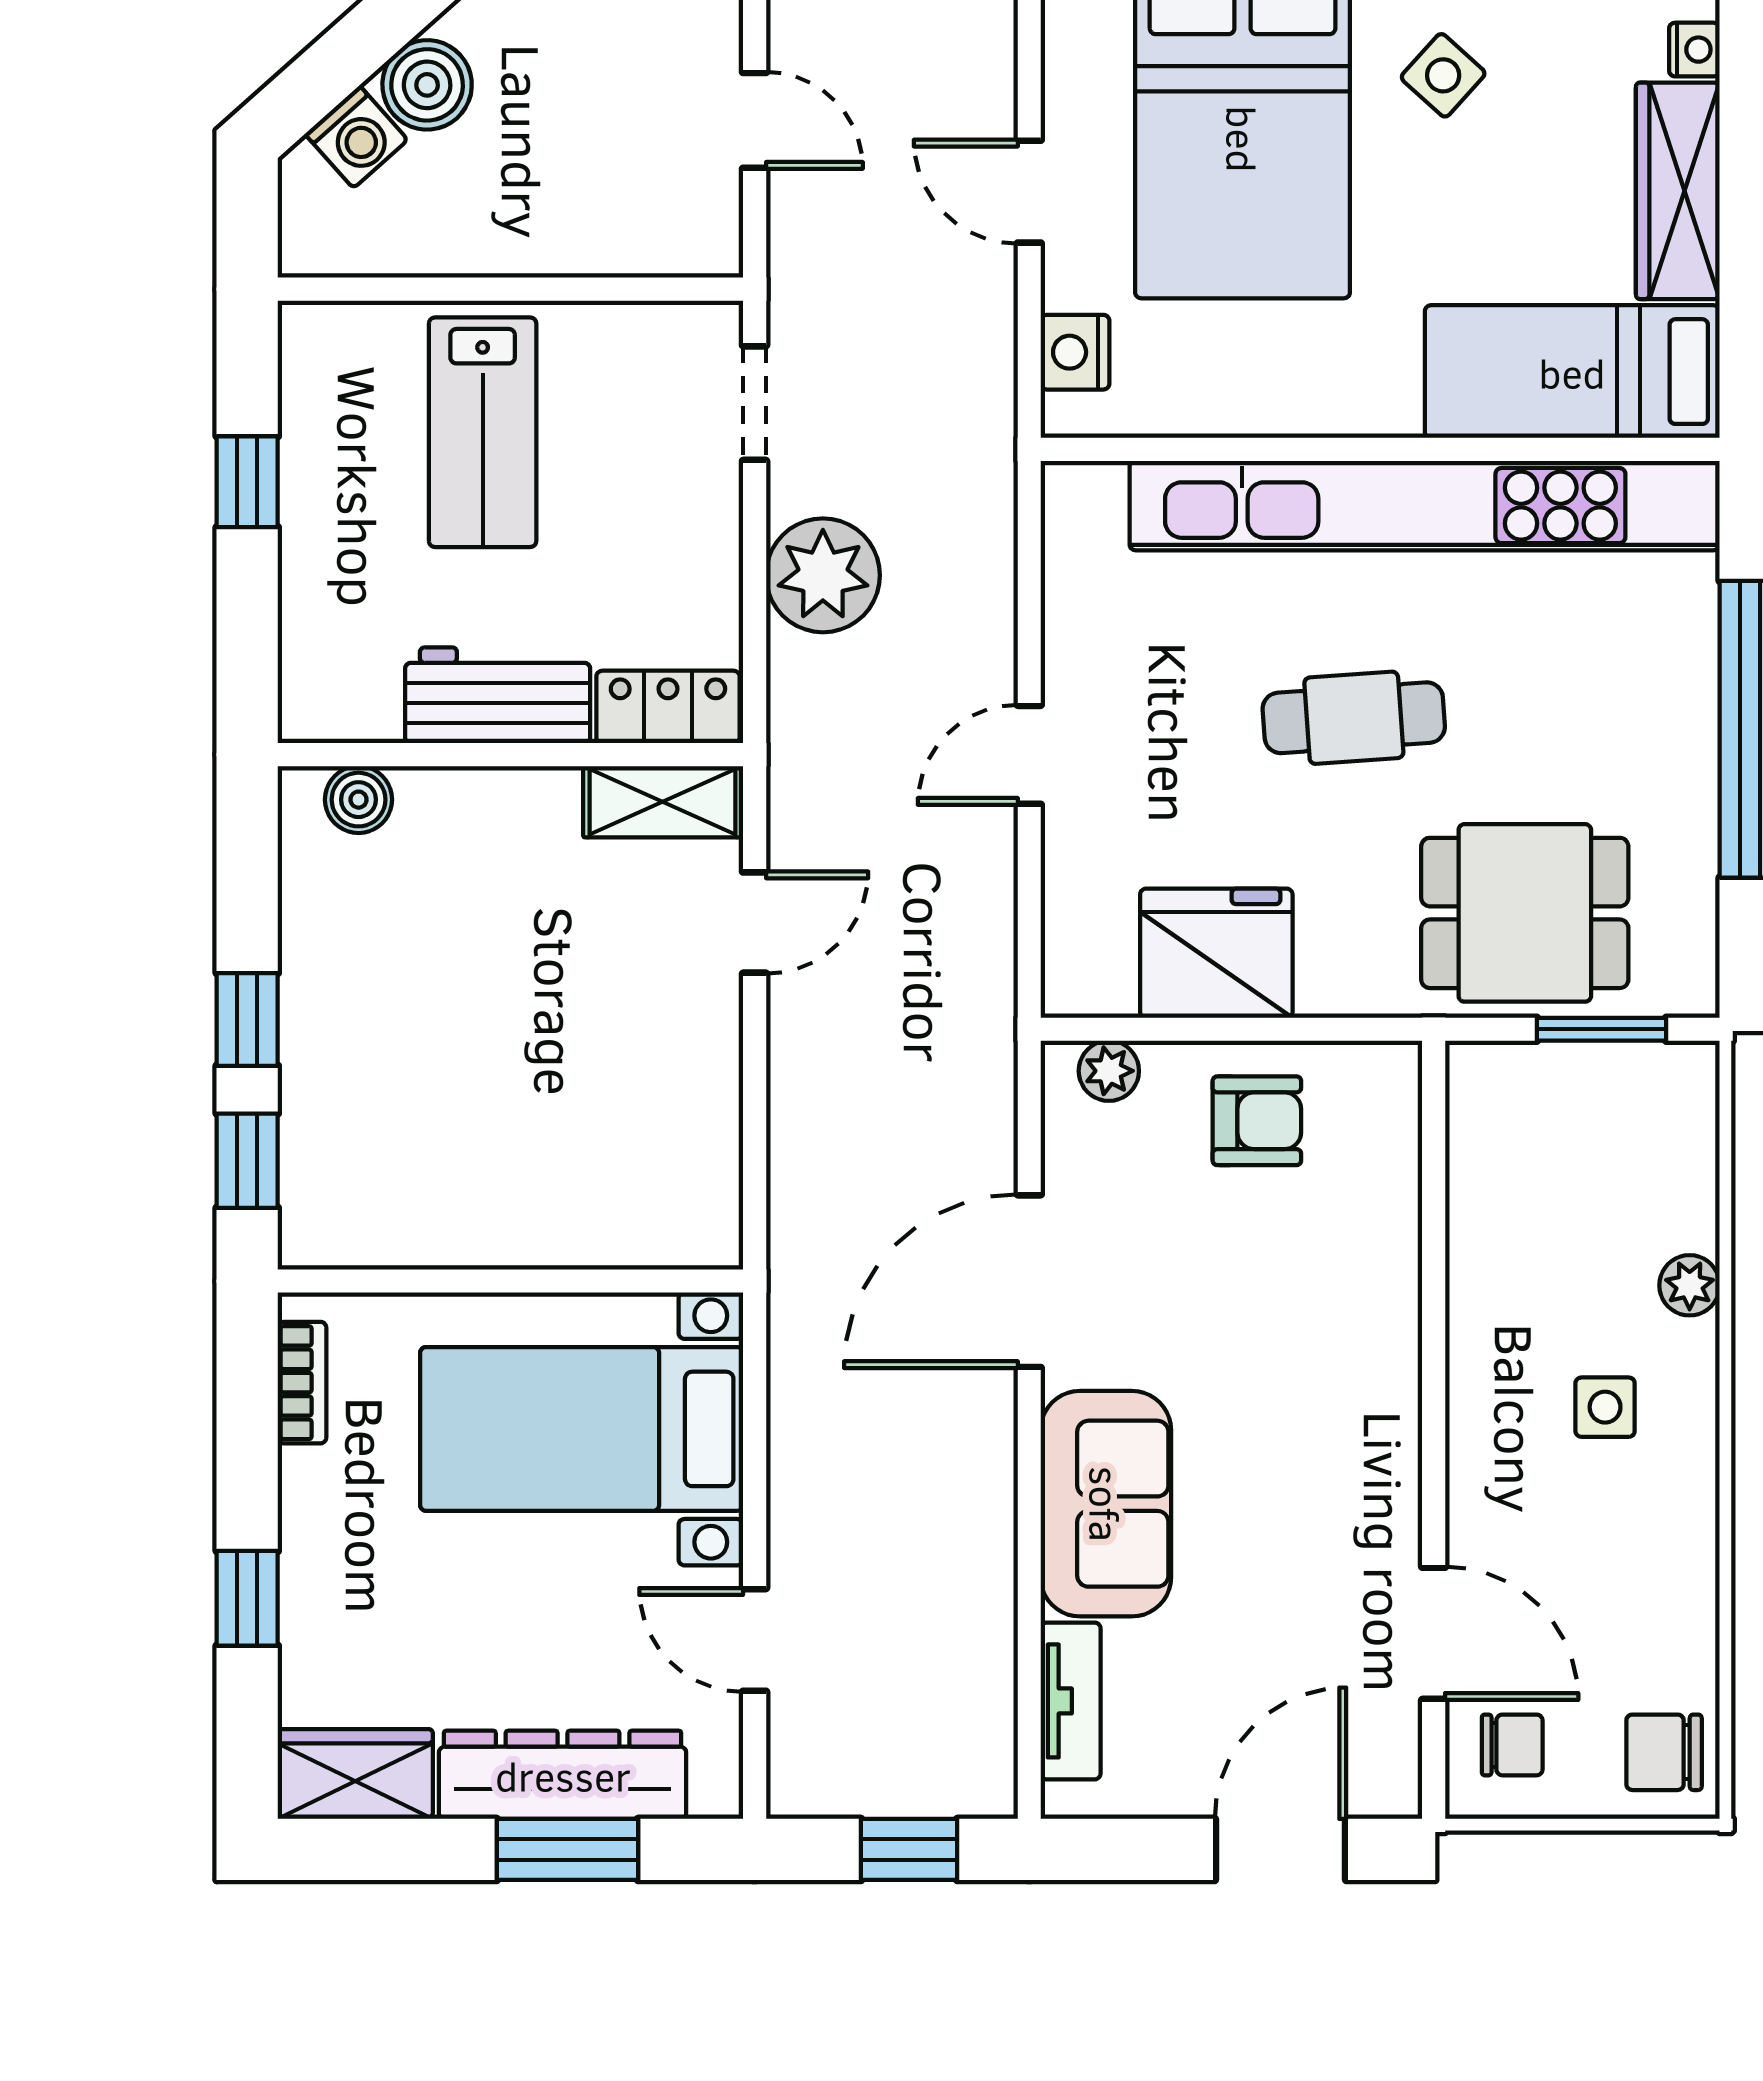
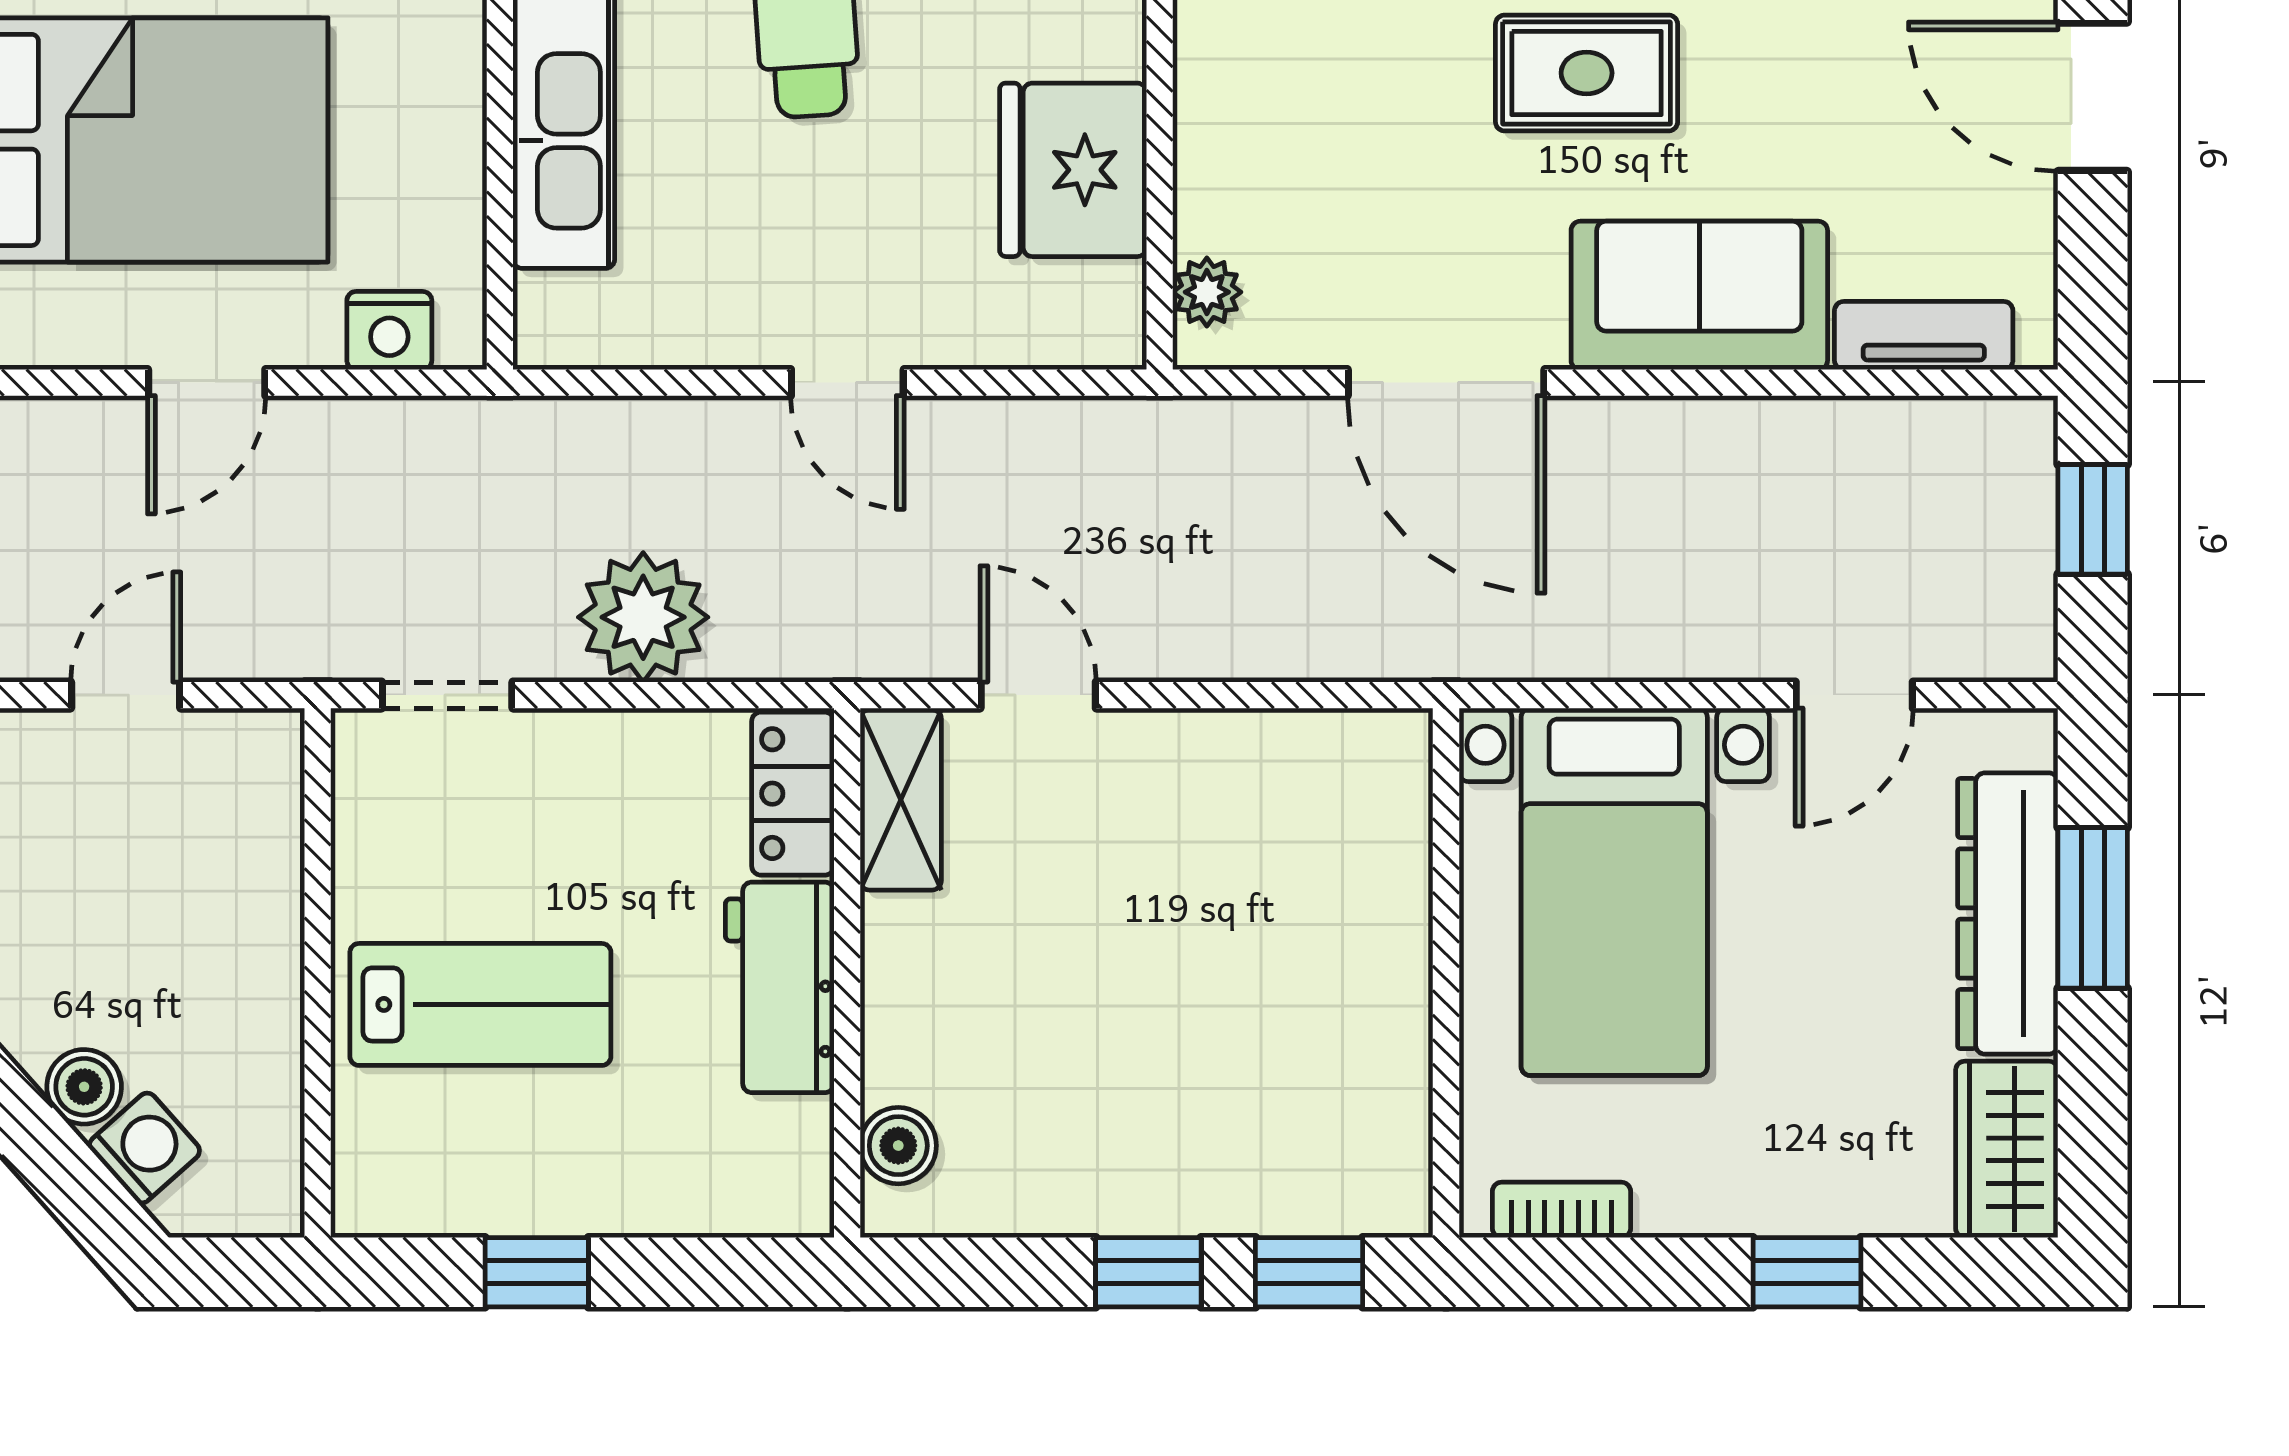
boiler: (427, 85) -> (84, 1087), width x0.73, depth x0.73
armchair: (1257, 1121) -> (1264, 124), removed
rug: (1301, 1405) -> (1587, 73), added

